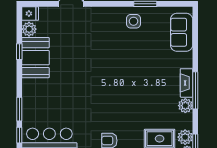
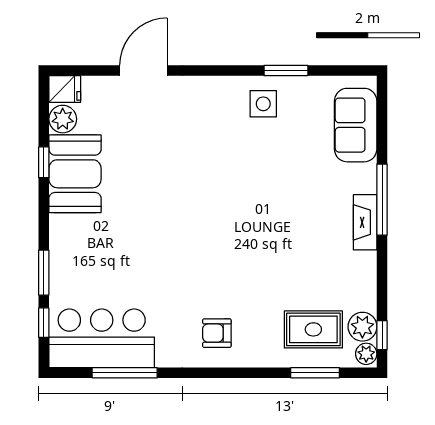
window: (195, 90) -> (382, 200), moved
plant: (185, 106) -> (363, 266), removed

